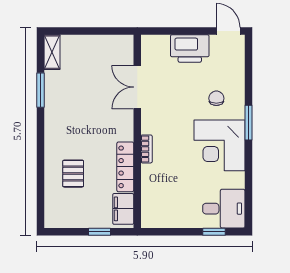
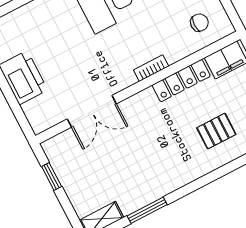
window: (104, 31) -> (52, 177), added
chair: (216, 98) -> (199, 23), moved, turned 180

